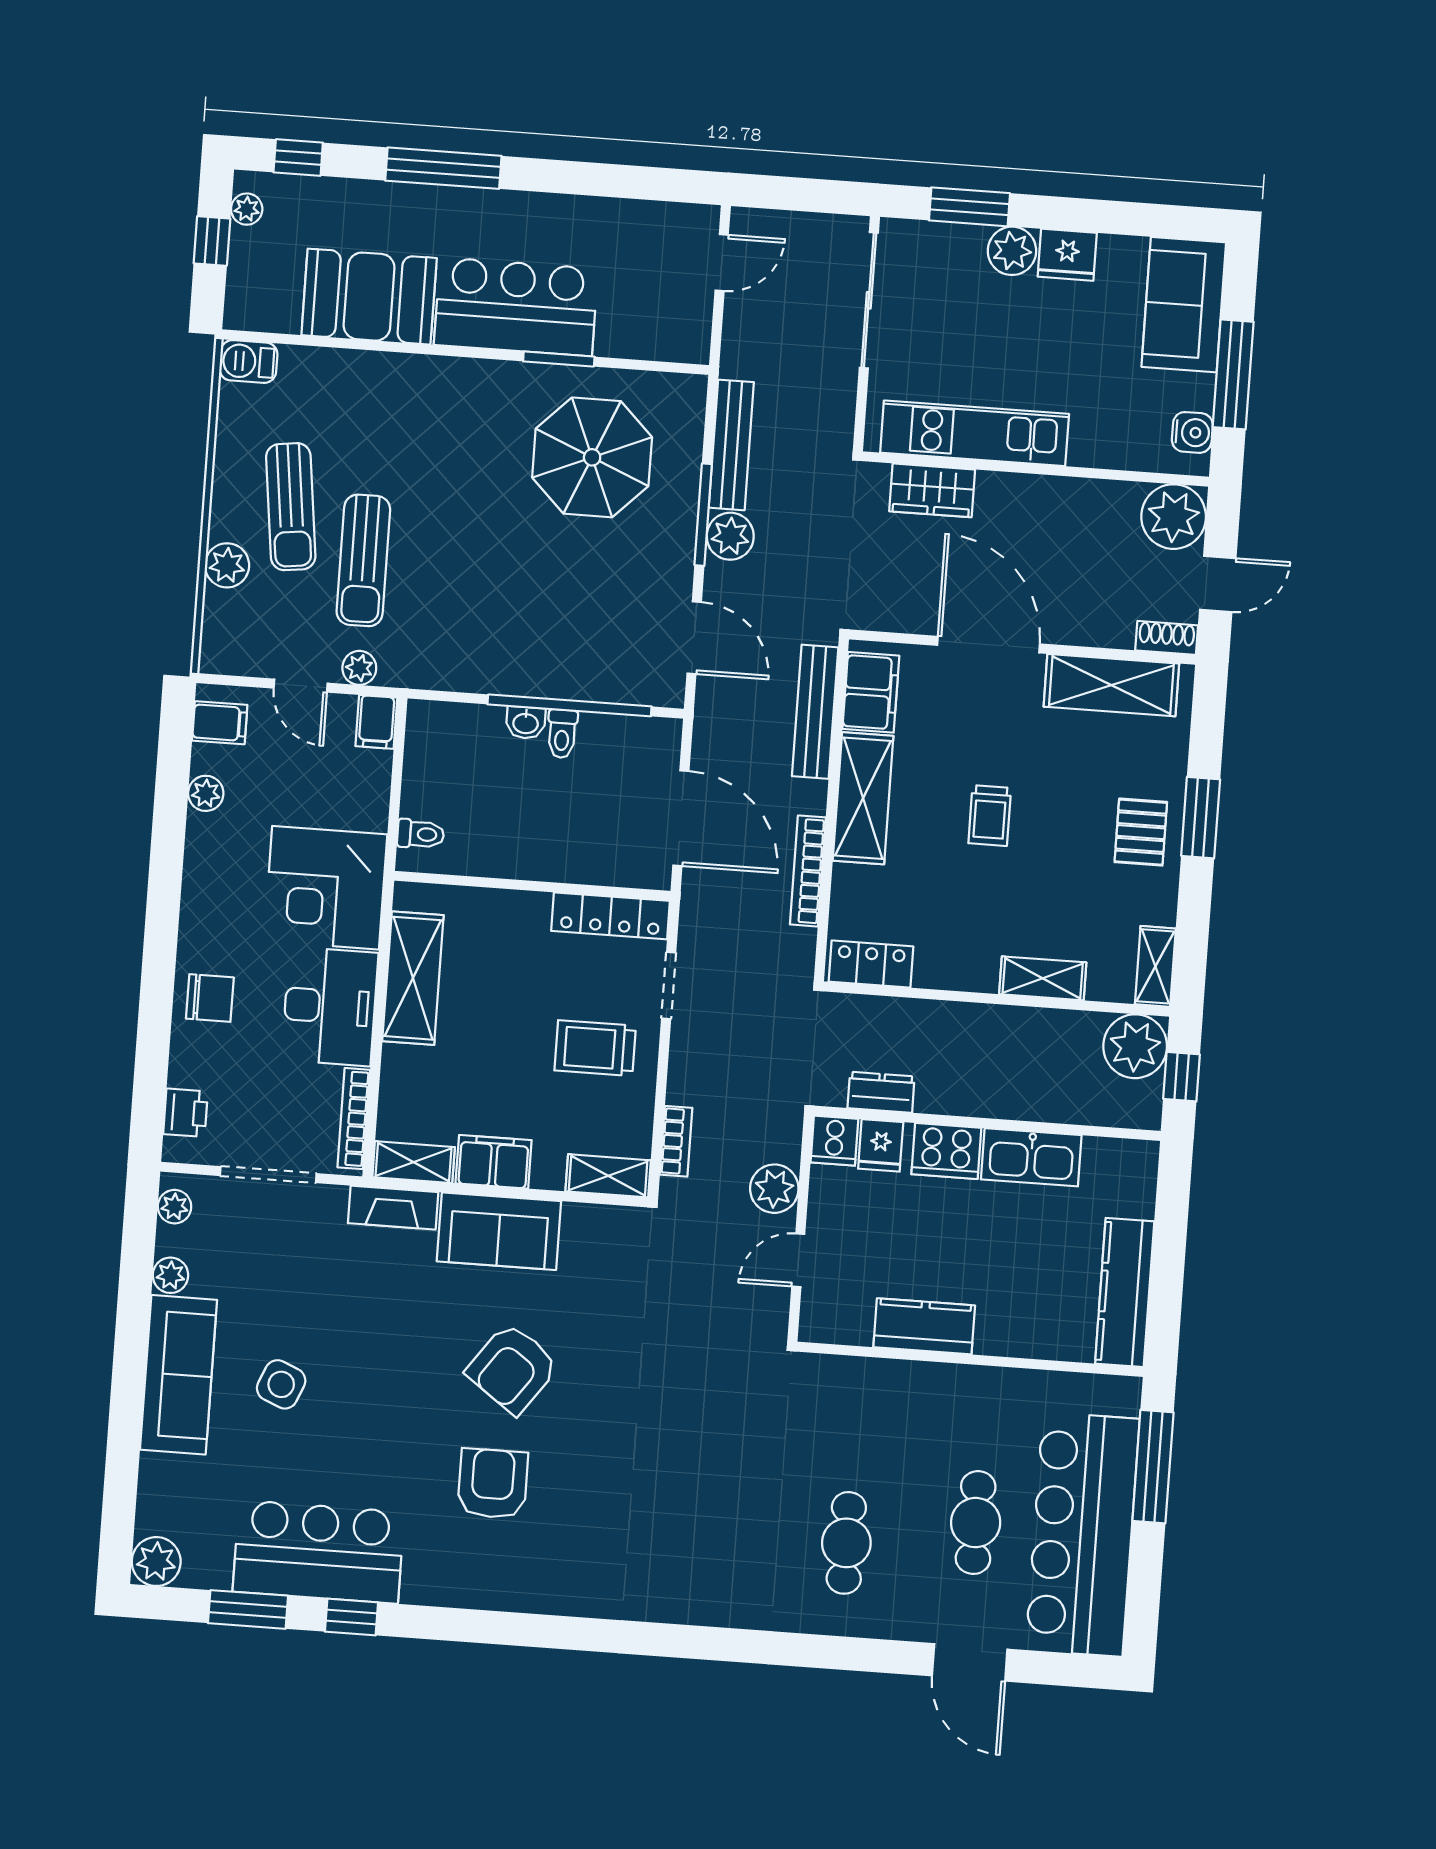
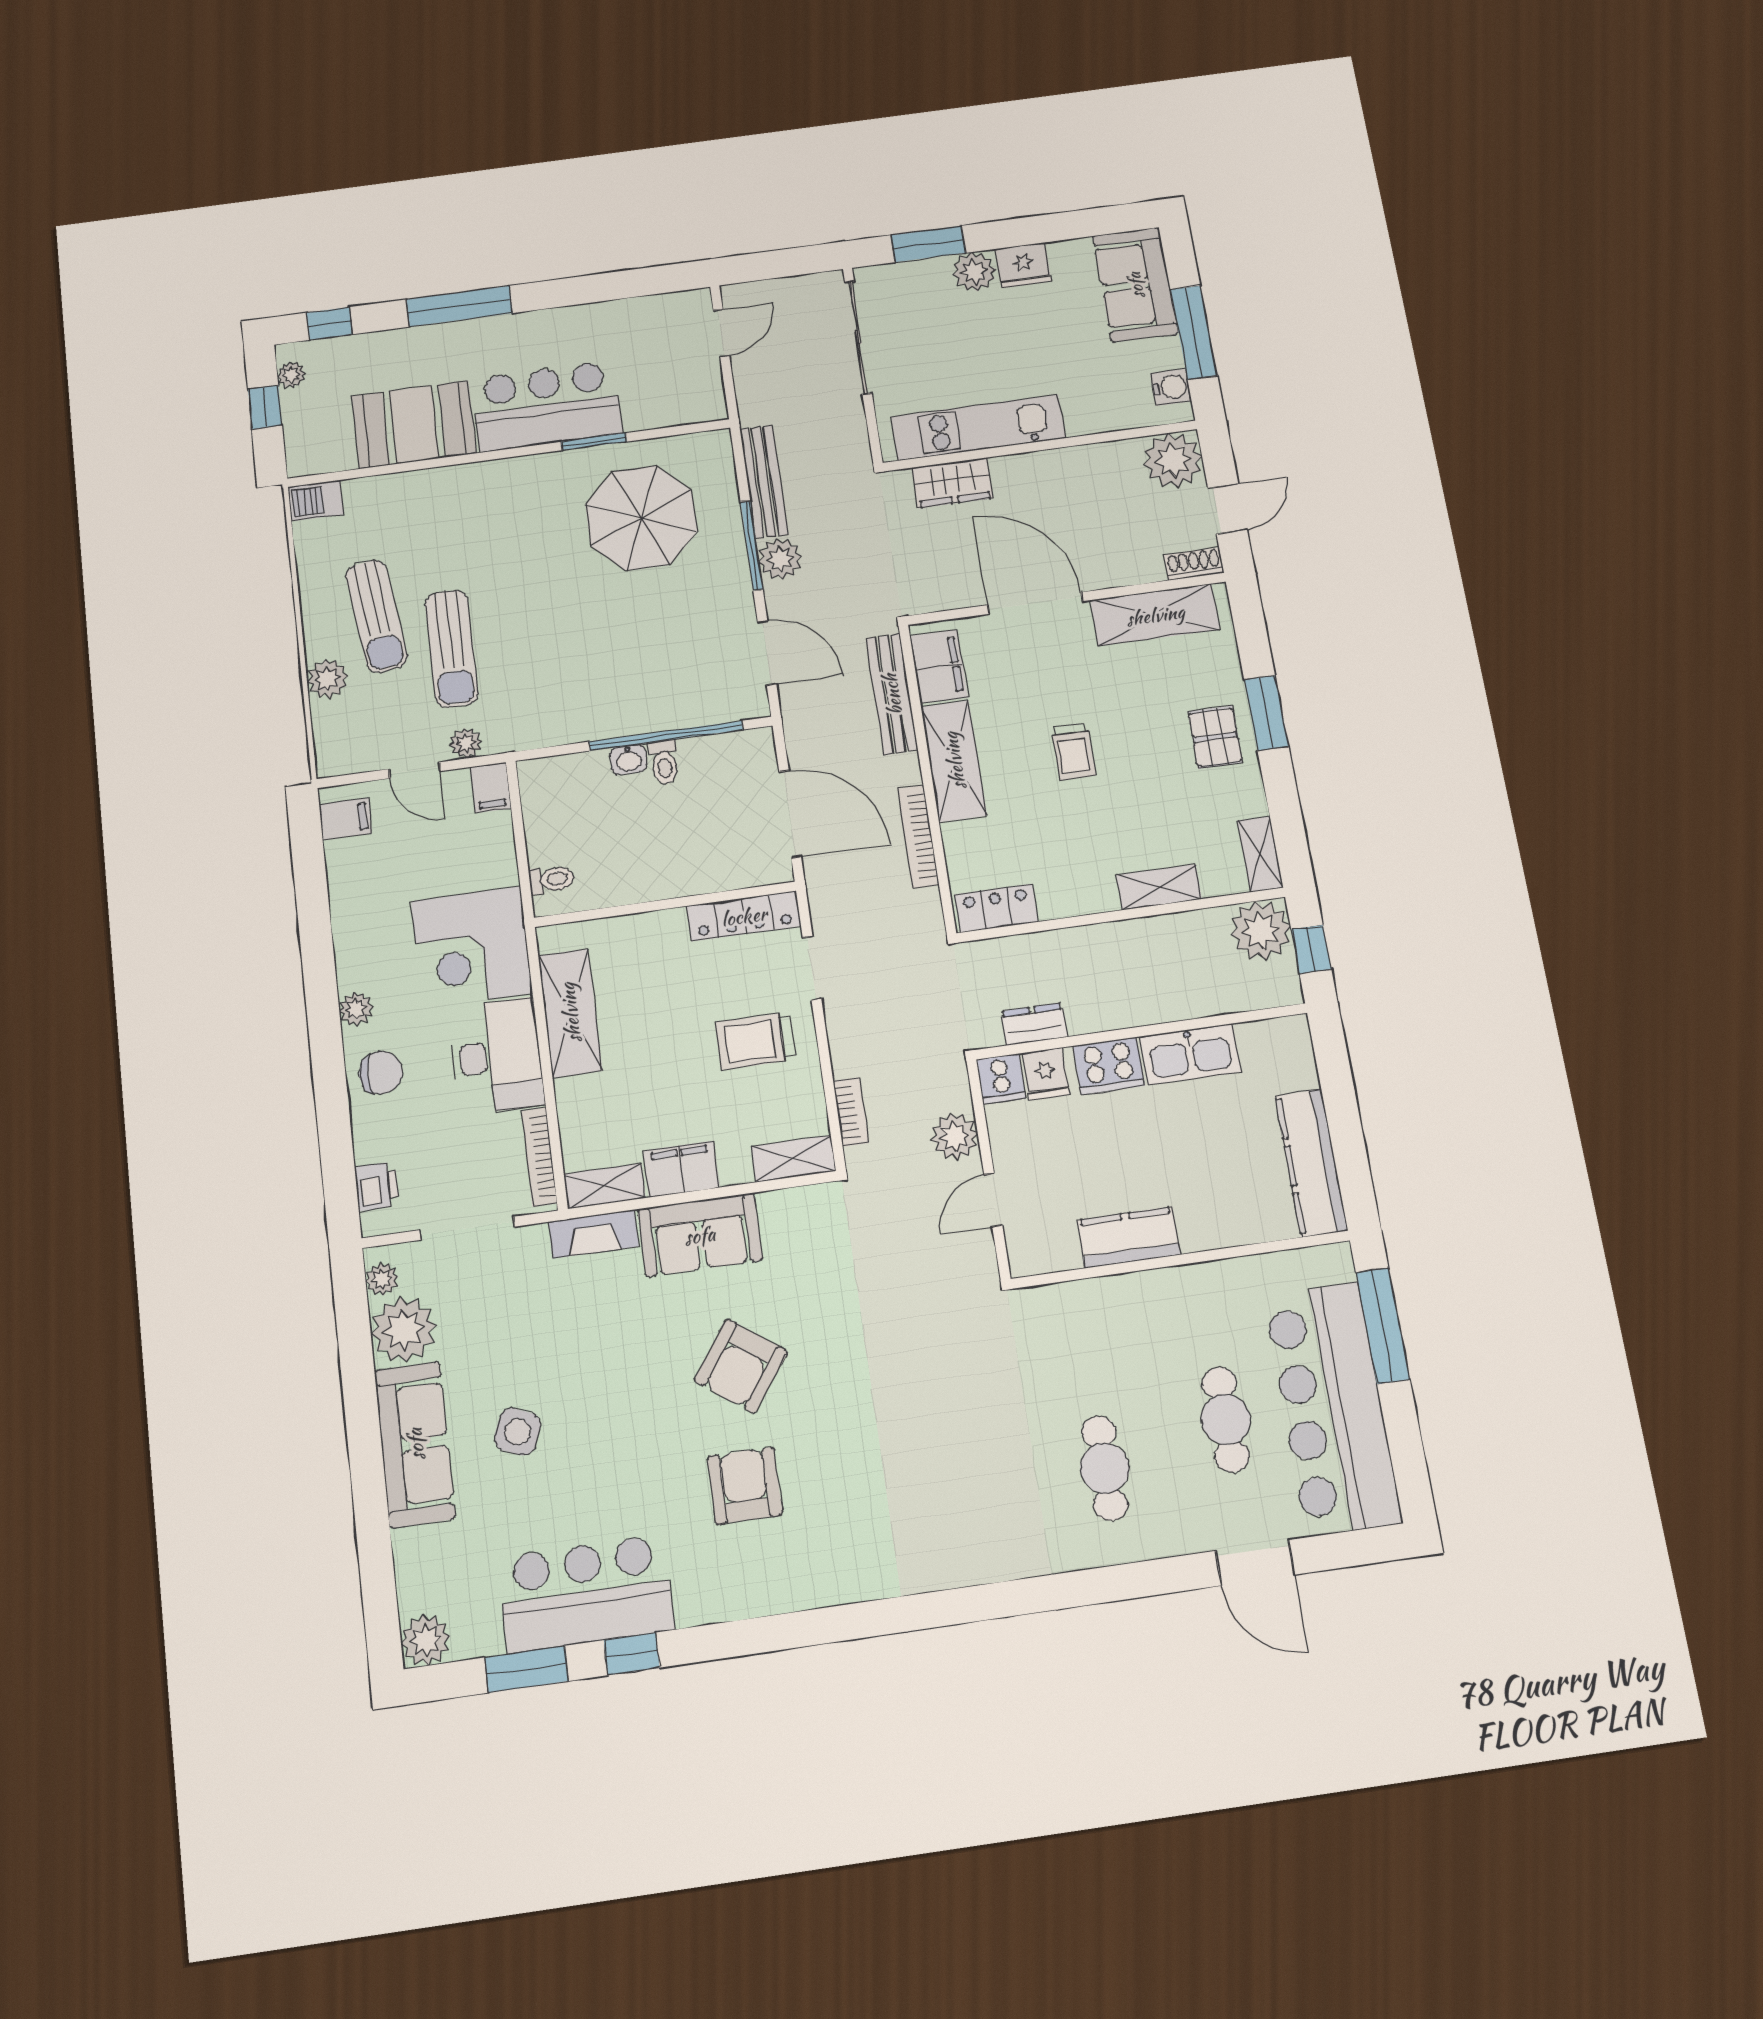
plant: (206, 793) -> (356, 1009), moved
plant: (170, 1275) -> (403, 1330), width x1.87, depth x1.87

